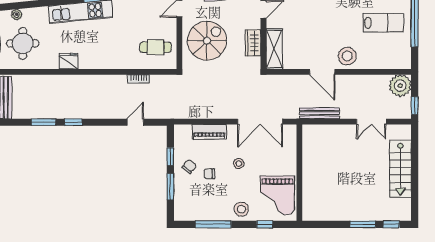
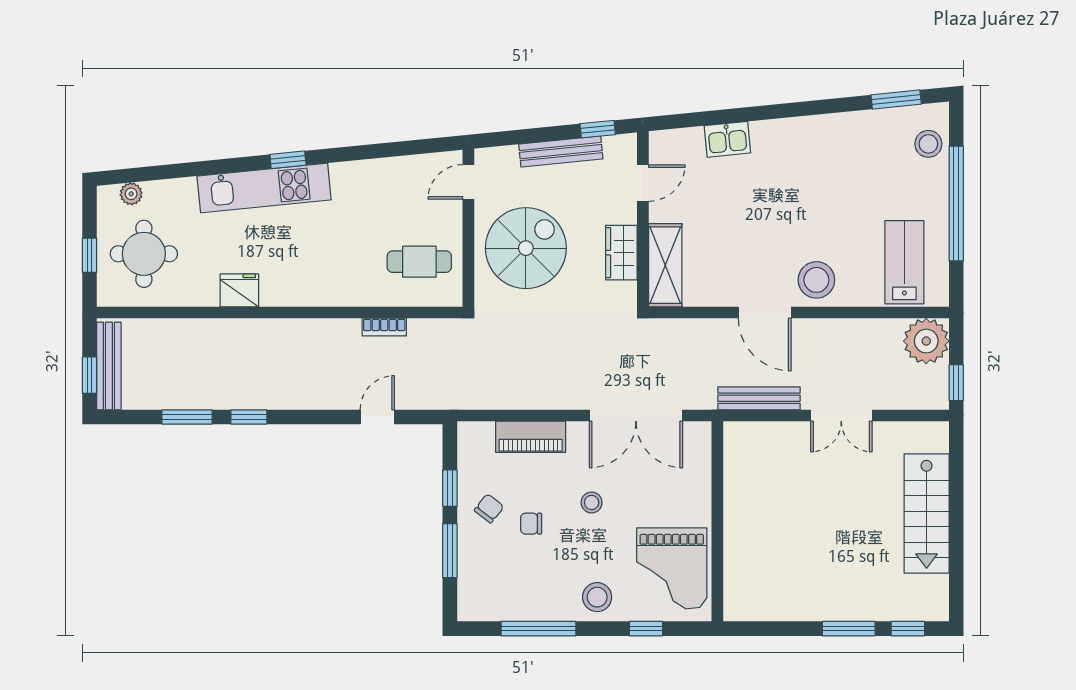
lab bench: (383, 23) -> (904, 262), moved, turned -90
double door: (371, 122) -> (841, 416), moved

